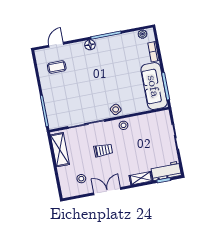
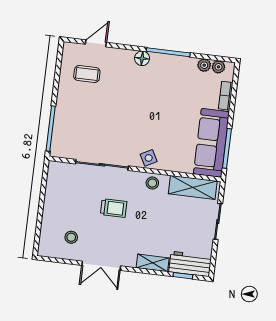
plant: (133, 36) -> (204, 65), added
shelving: (60, 150) -> (193, 187), moved, turned 90
double door: (107, 191) -> (101, 266), swing flipped

